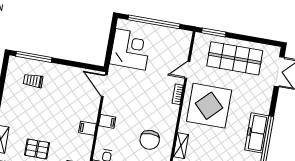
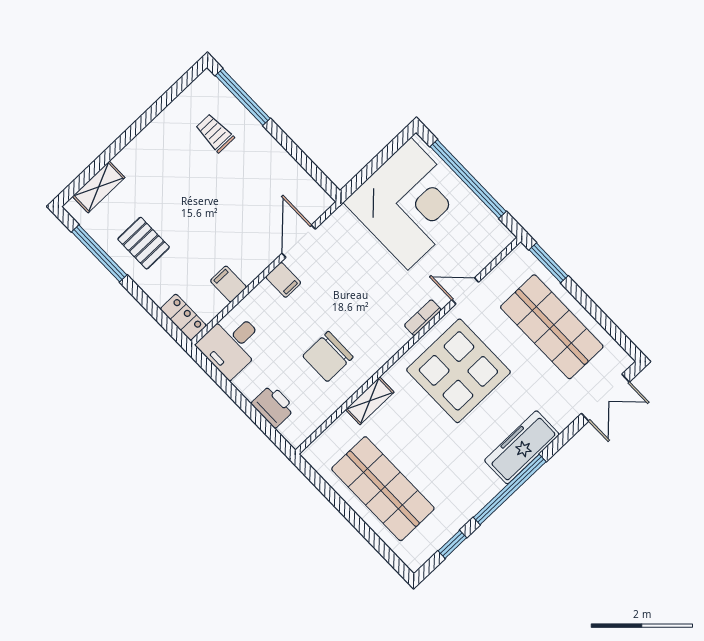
corner desk: (130, 49) -> (409, 204), width x1.36, depth x1.36
door: (104, 86) -> (299, 241), moved
filing cabinet: (87, 128) -> (228, 284), moved
freezer: (257, 133) -> (522, 447), moved

